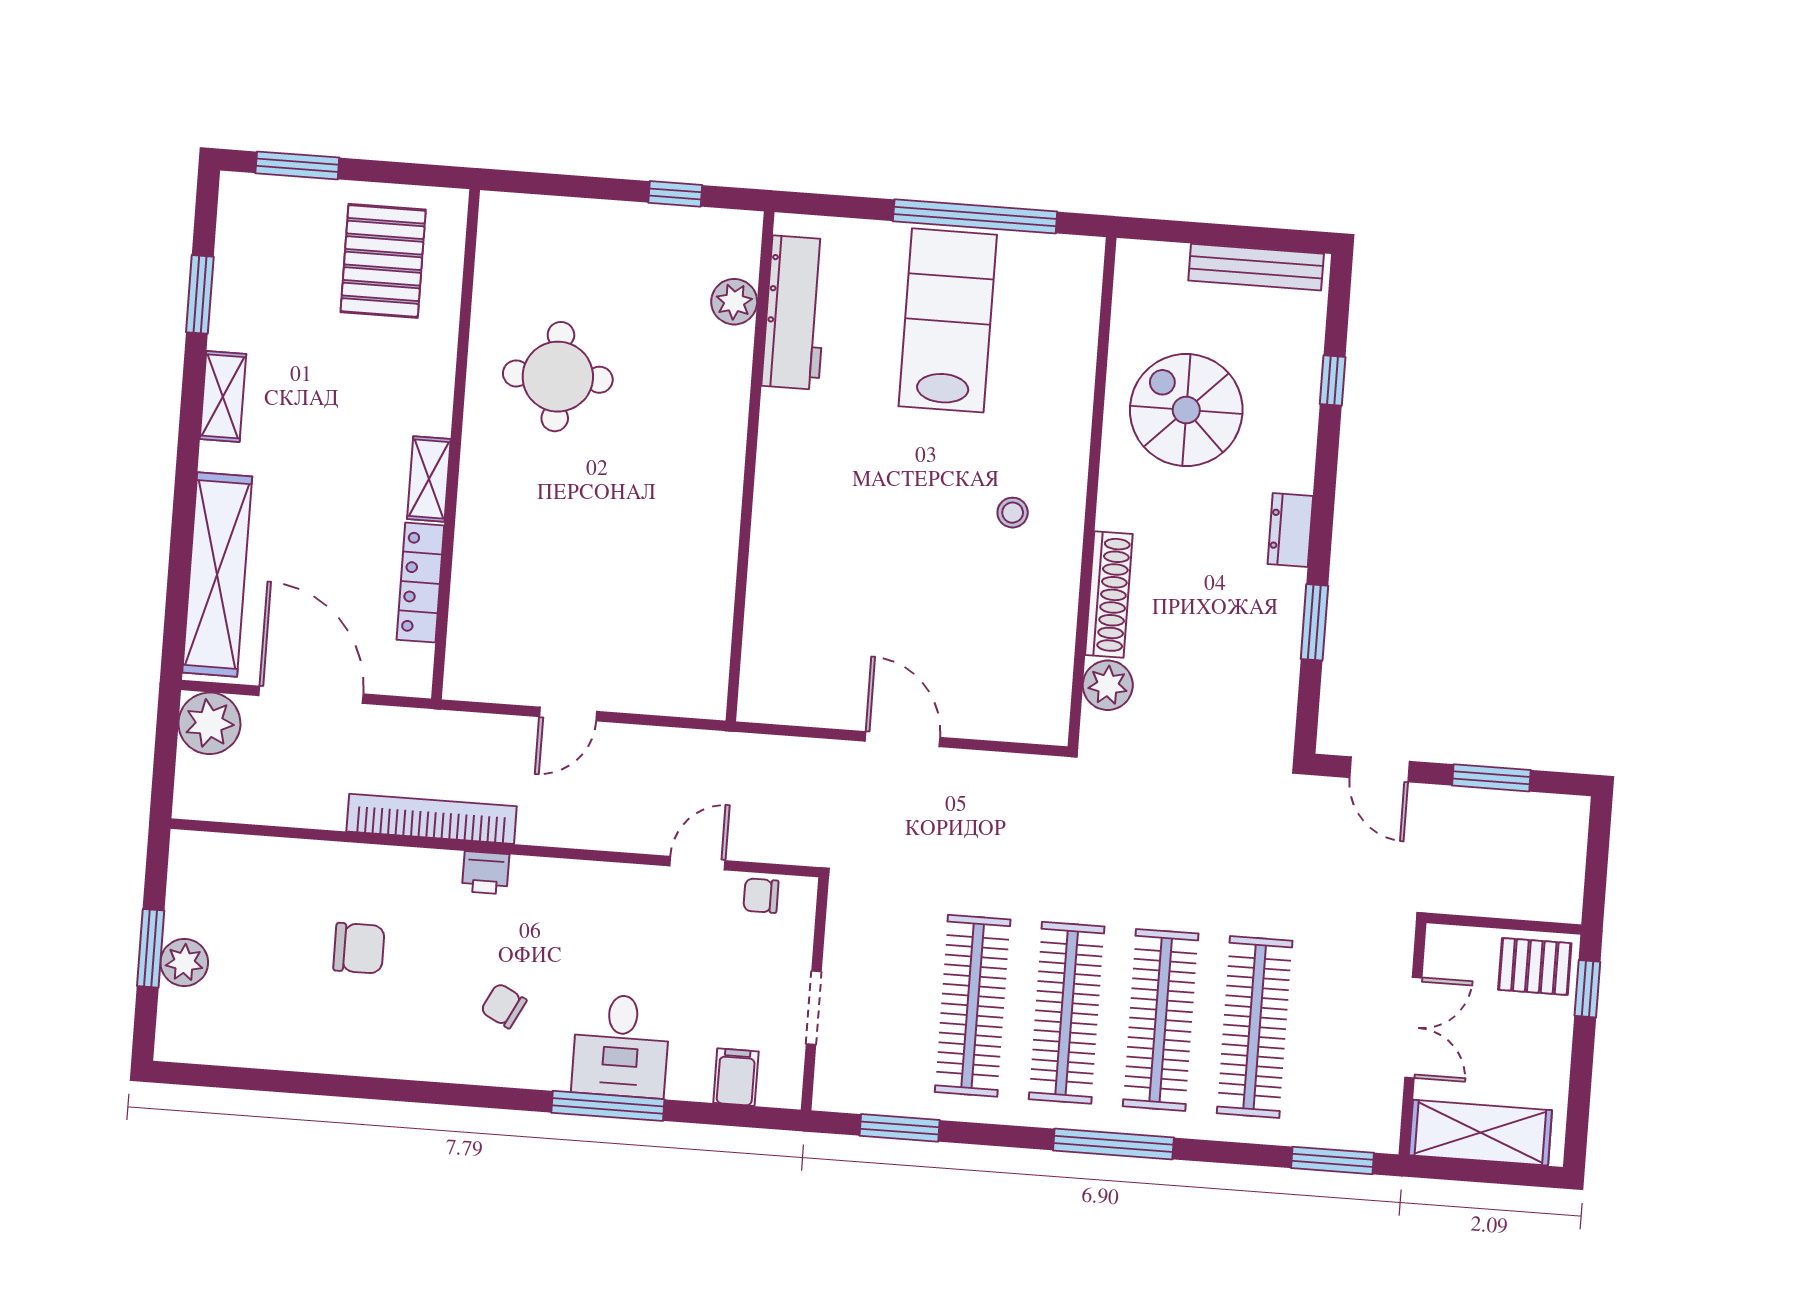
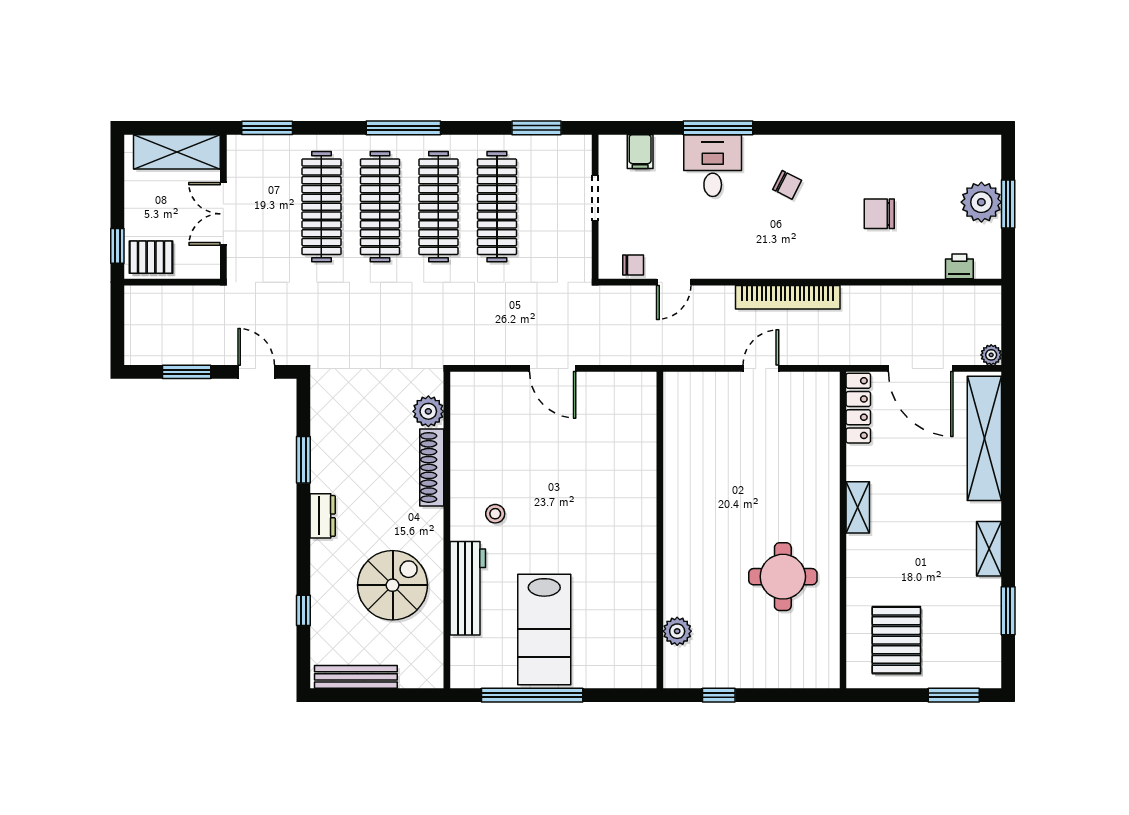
workbench: (795, 313) -> (468, 588), moved, turned 180
spiral stairs: (1186, 410) -> (393, 585), turned -90
locker: (420, 583) -> (858, 408), moved
plant: (209, 723) -> (991, 355), width x0.53, depth x0.53
bookcase: (432, 819) -> (788, 297), moved
printer: (486, 873) -> (959, 266), moved
plant: (184, 963) -> (981, 202), width x1.36, depth x1.36

